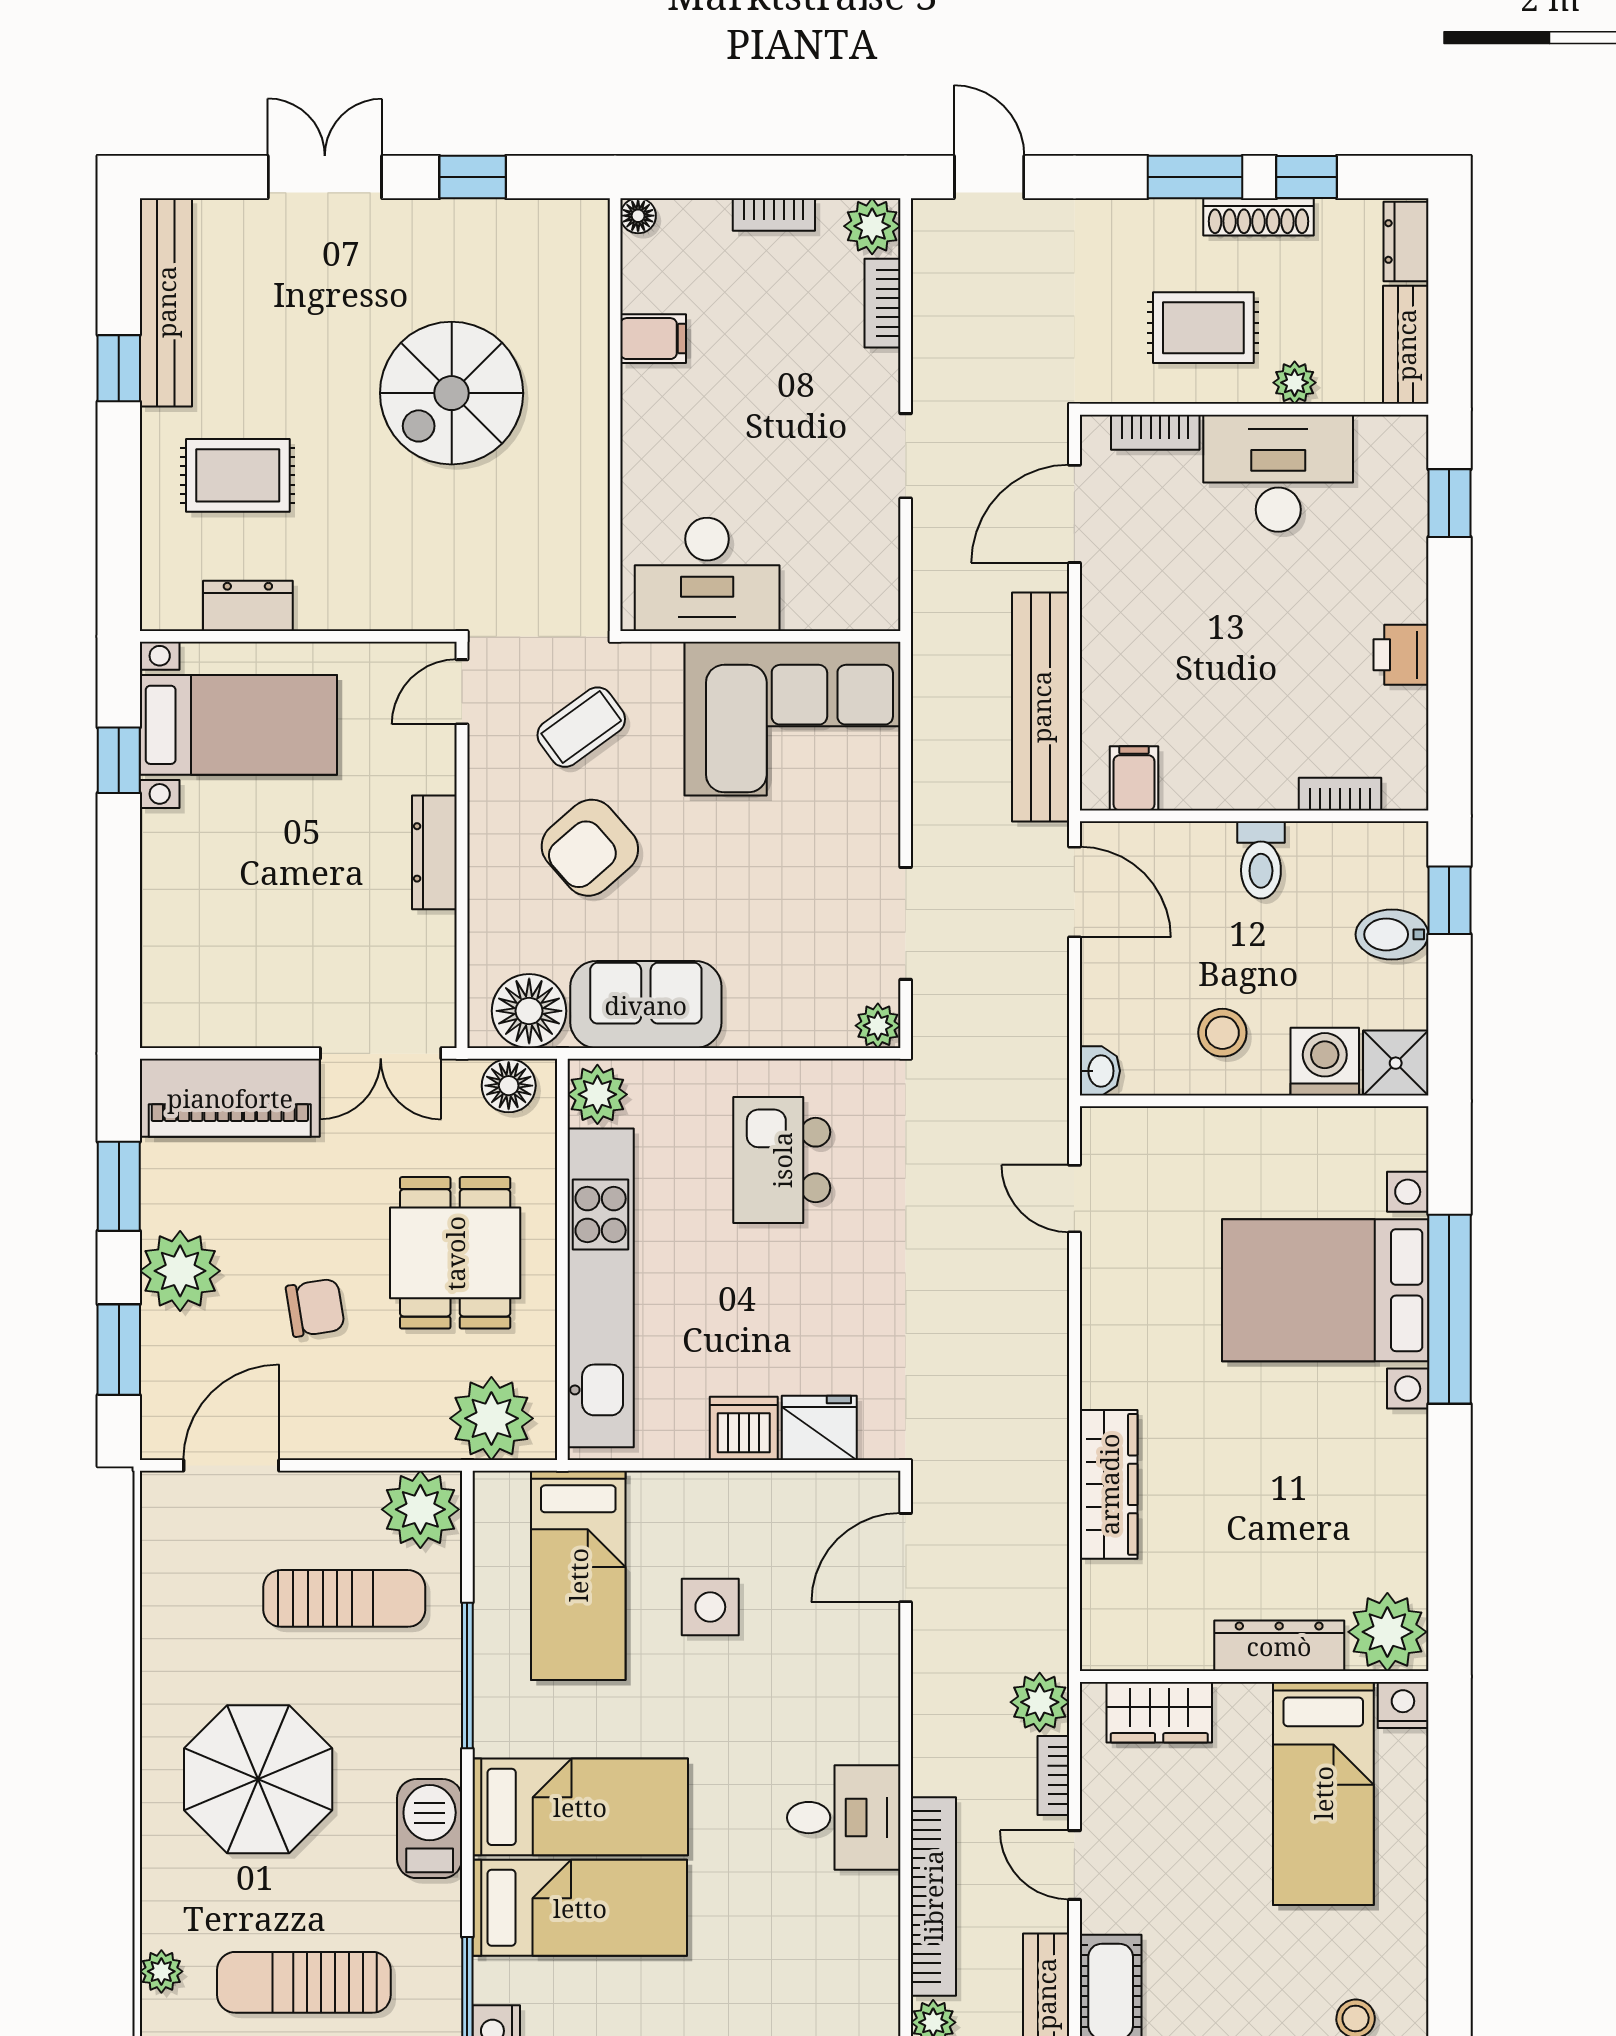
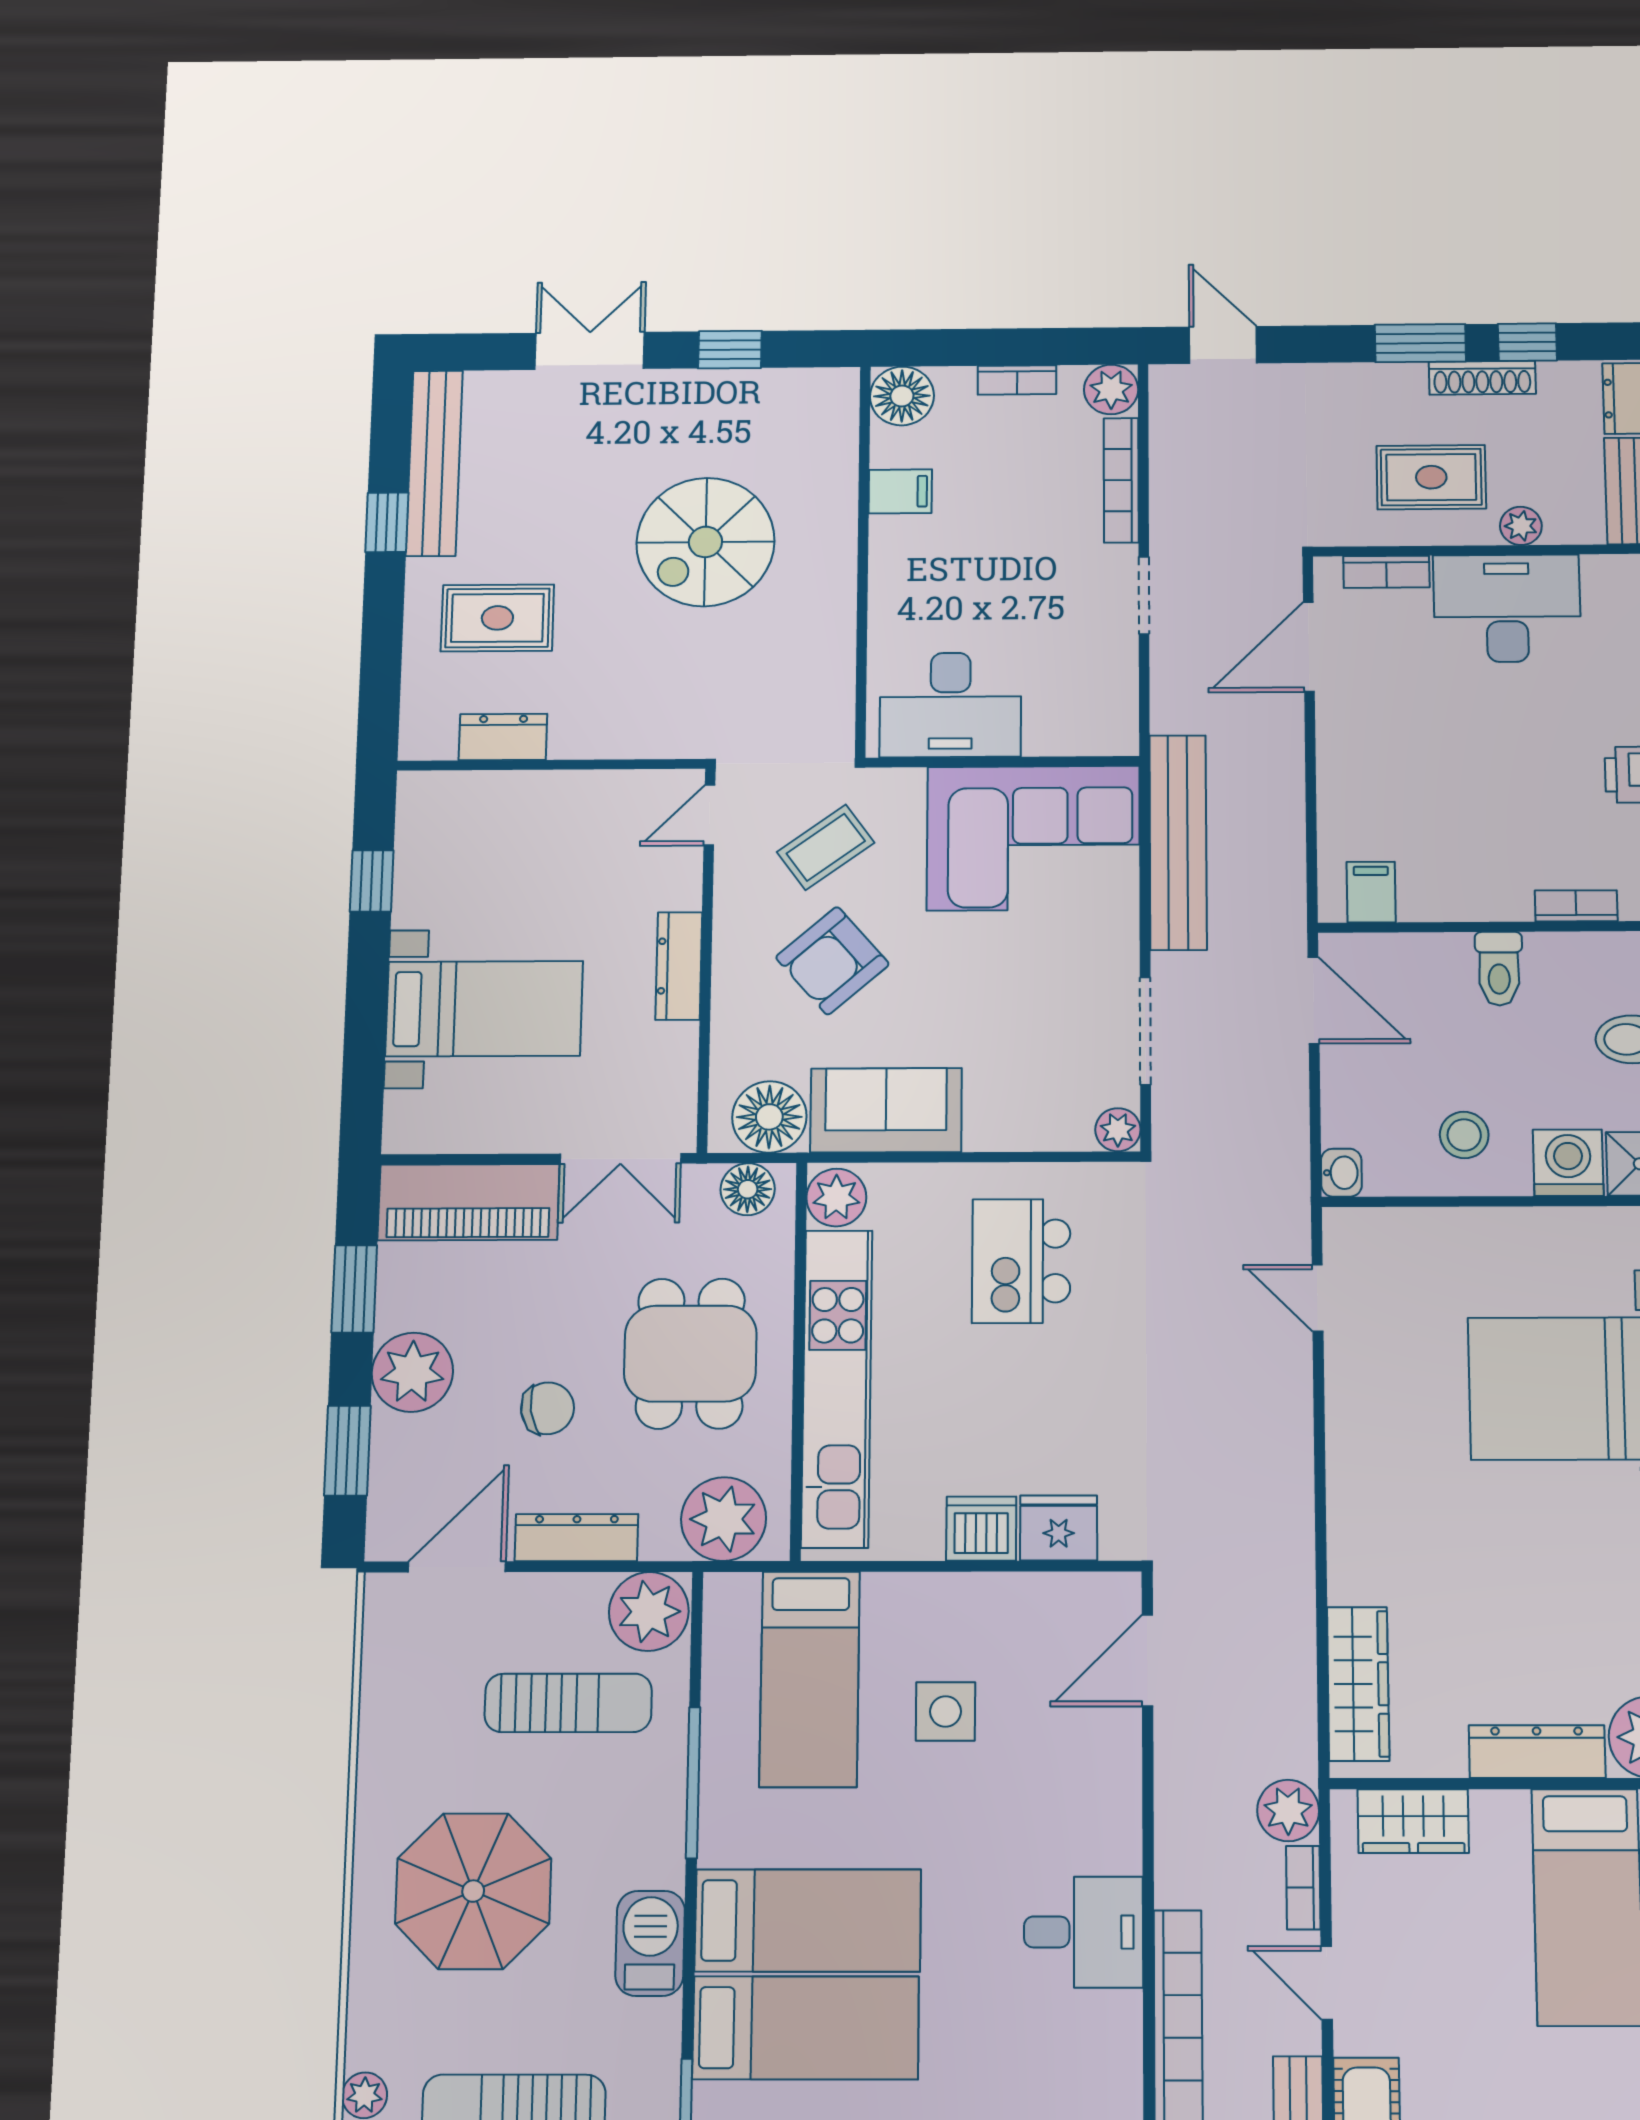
floor lamp: (638, 216) -> (902, 396), width x1.89, depth x1.89
bookcase: (882, 303) -> (1121, 480), width x1.56
bench: (1041, 707) -> (1178, 842), moved
bed with nightstands: (238, 725) -> (484, 1009), moved
dresser: (348, 1437) -> (576, 1538), added
wardrobe: (1109, 1484) -> (1358, 1684), moved

